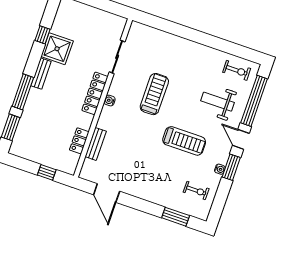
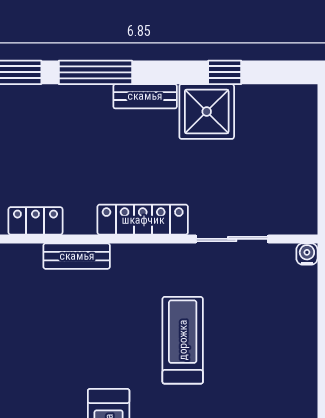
treadmill: (154, 94) -> (183, 340), turned -90
water cooler: (110, 101) -> (307, 254), moved
bench: (96, 144) -> (77, 256), moved

